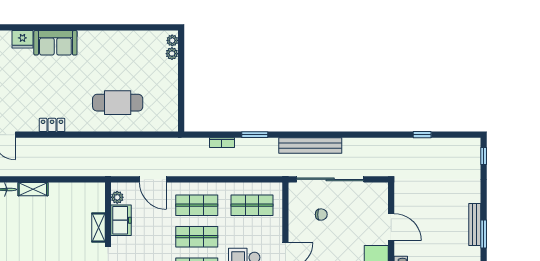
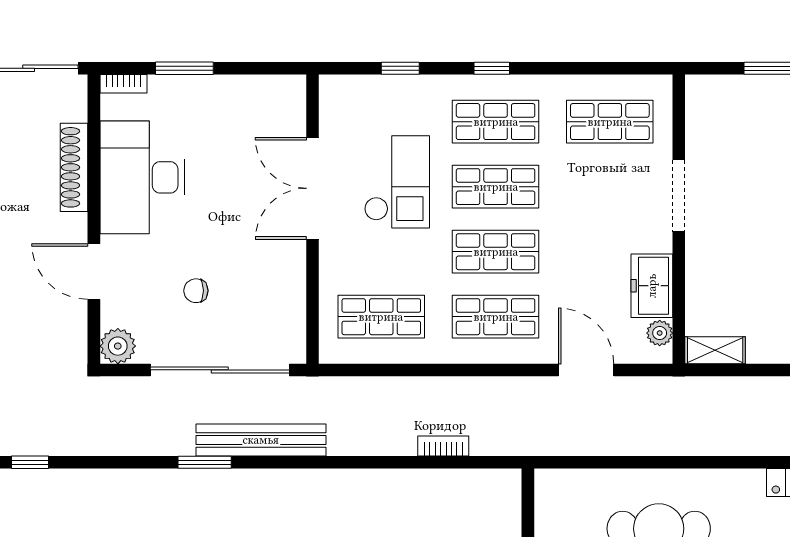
window: (255, 135) -> (205, 462), moved
plant: (380, 191) -> (118, 346), added
chair: (321, 215) -> (196, 291), moved
shelving: (98, 227) -> (715, 350), moved, turned 90

